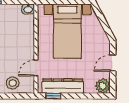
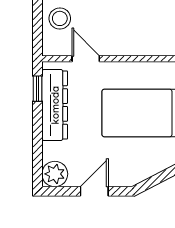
door: (113, 63) -> (94, 191), hinge flipped

